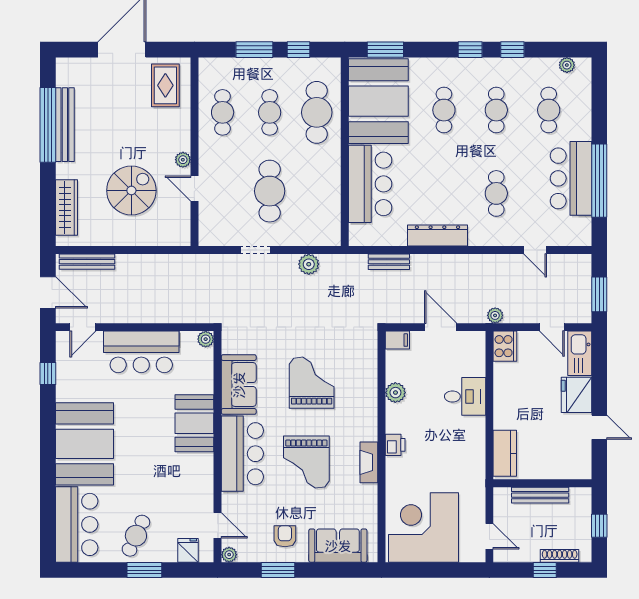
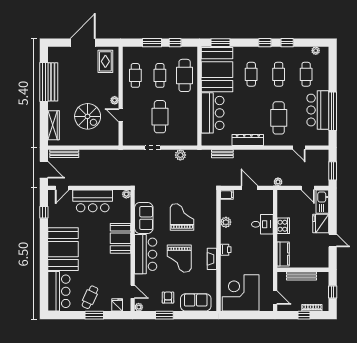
spiral stairs: (131, 190) -> (88, 116), turned 90
cafe table: (496, 193) -> (279, 118), width x1.37, depth x1.35
cooker: (505, 346) -> (283, 226), moved

